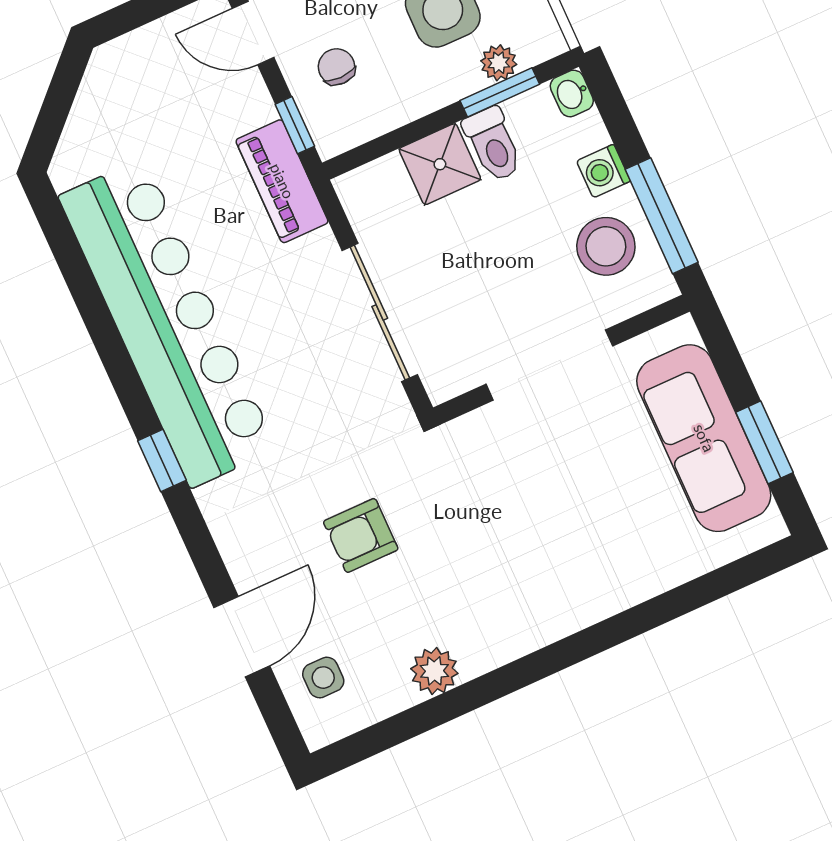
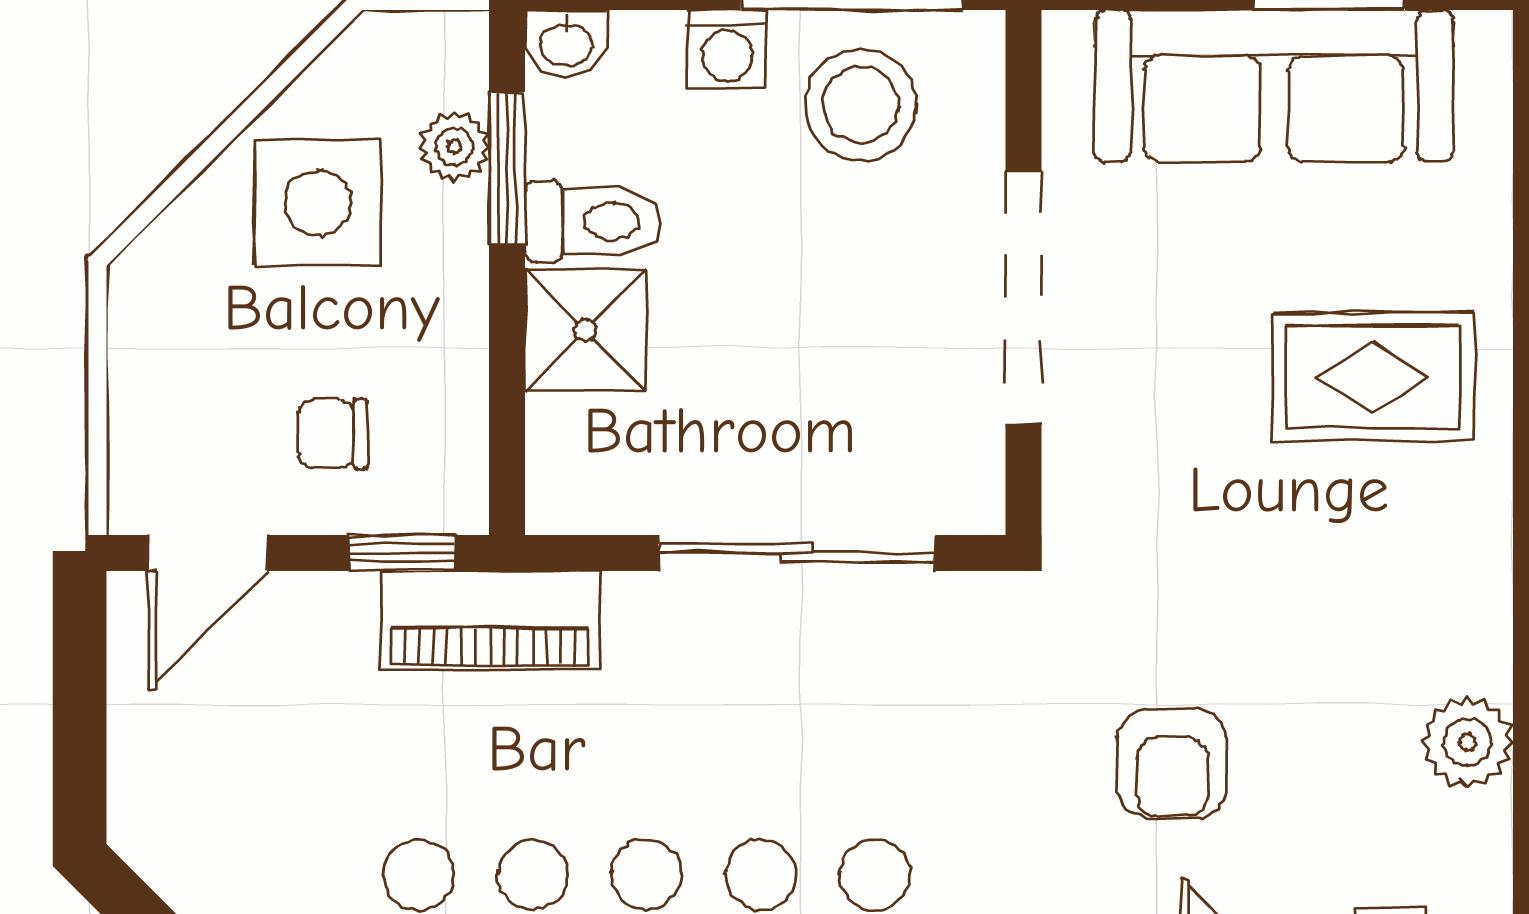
rug: (587, 547) -> (1373, 377), added

